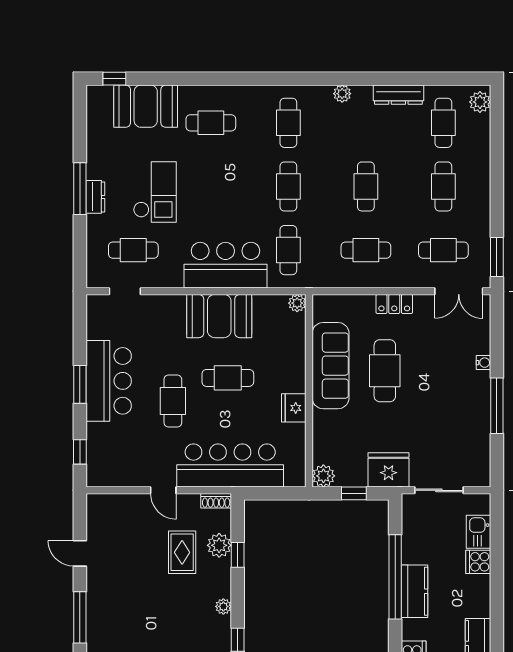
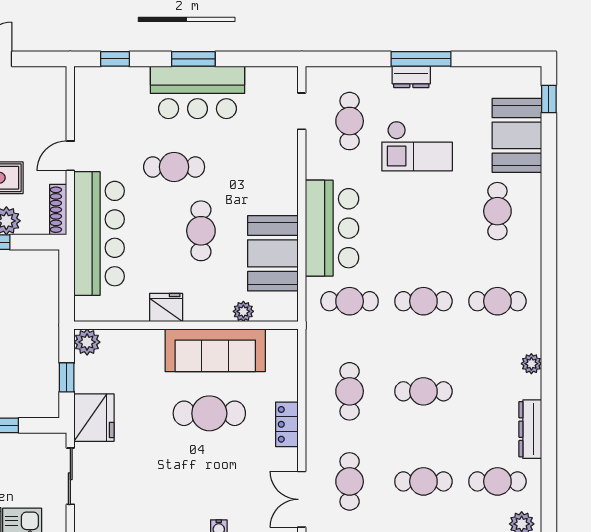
plant: (297, 303) -> (243, 311), moved
booth: (219, 316) -> (273, 253), moved
shoe rack: (216, 501) -> (58, 210), width x1.43

